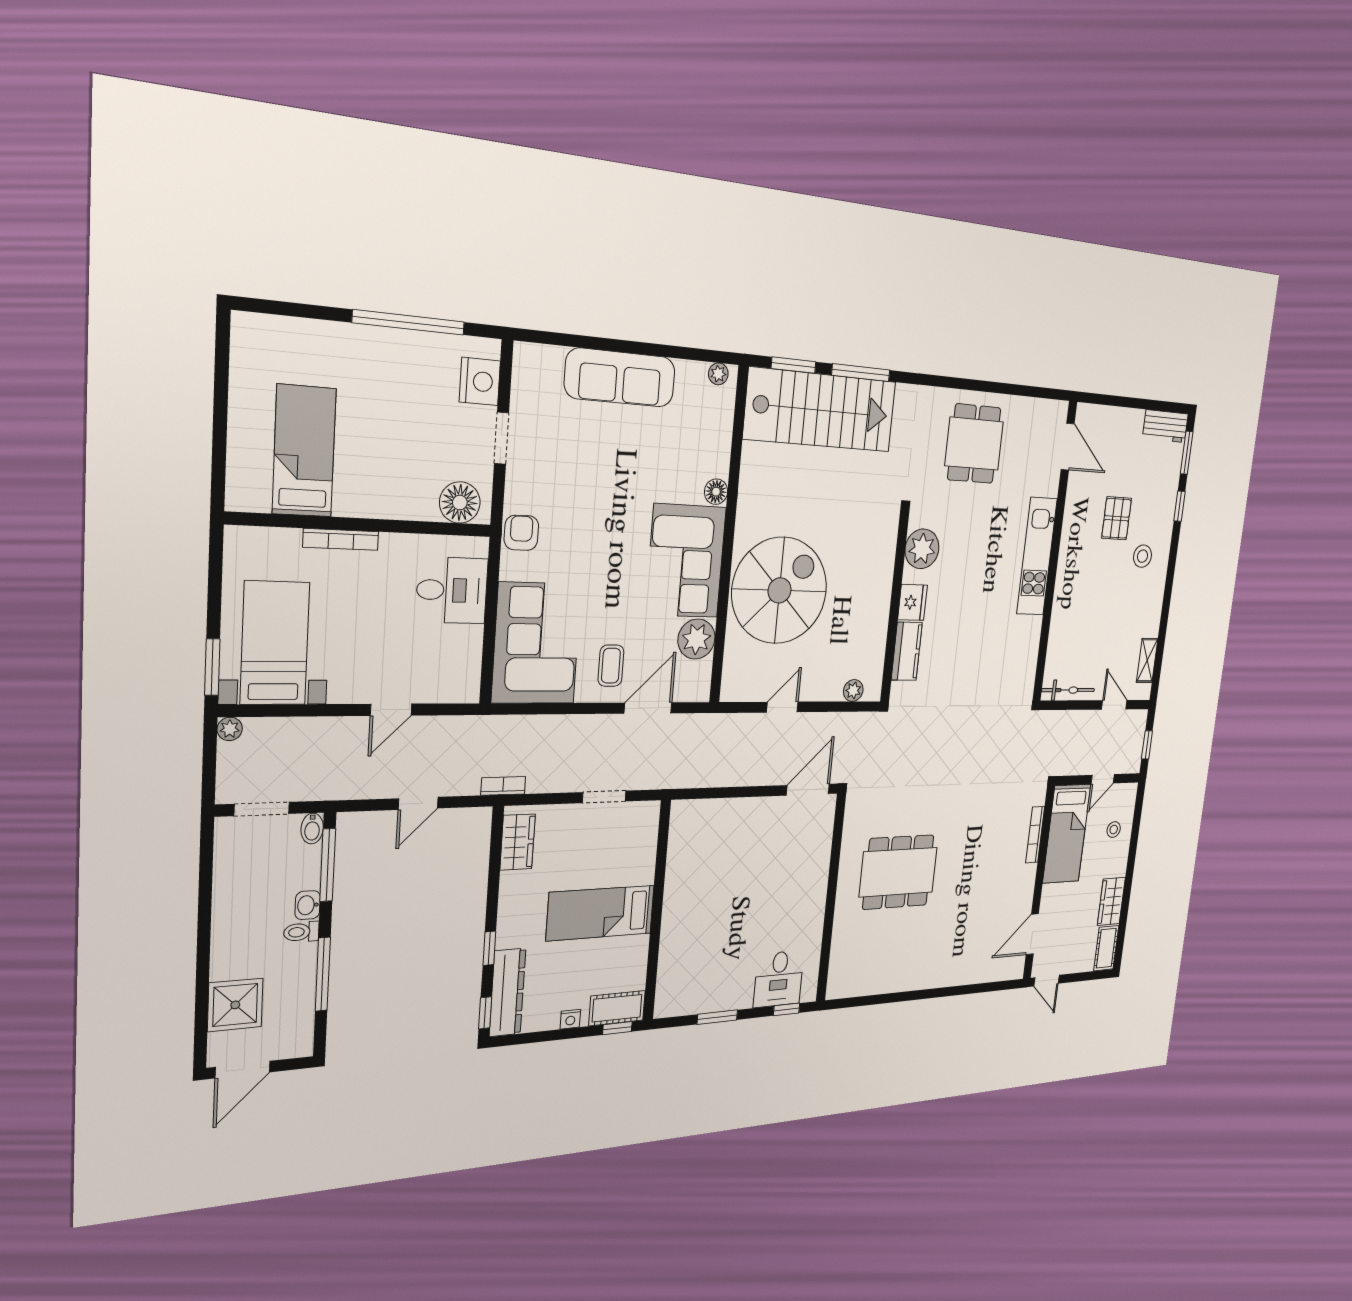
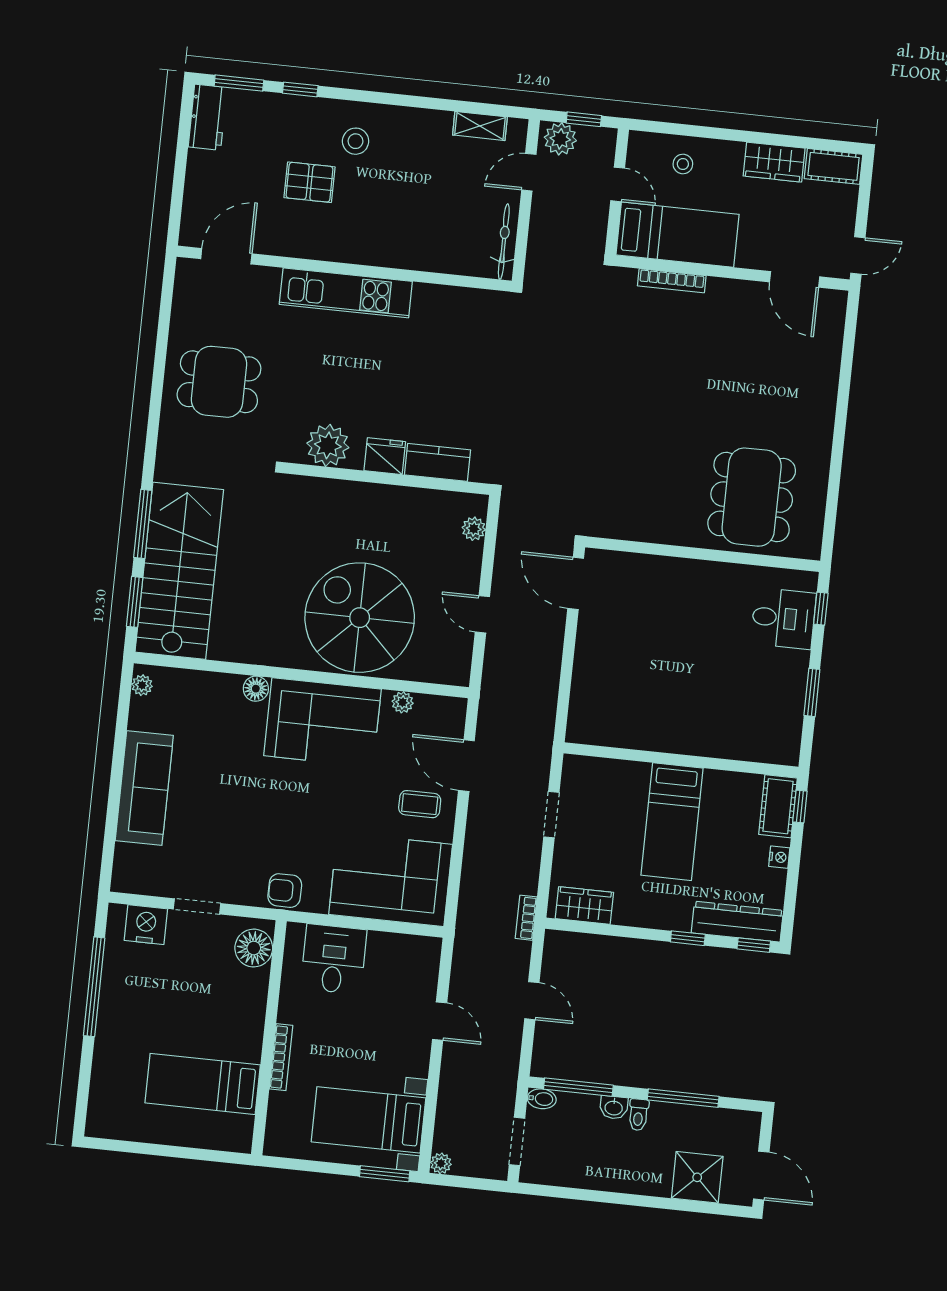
plant: (696, 639) -> (403, 702), width x0.53, depth x0.53
plant: (1135, 728) -> (560, 139), added
dining table: (898, 872) -> (752, 497), moved

